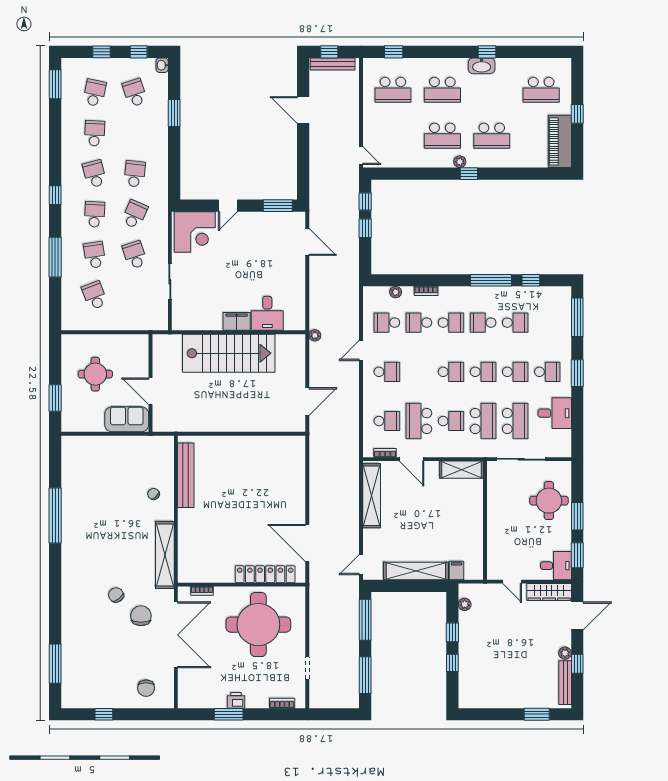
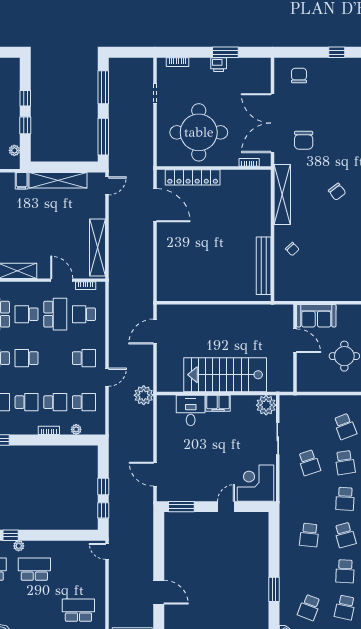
school desk: (442, 90) -> (34, 610), removed
school desk: (135, 93) -> (309, 607), turned 39
school desk: (135, 214) -> (309, 499), removed
plant: (183, 319) -> (266, 405), added
school desk: (451, 323) -> (27, 402), turned 180
plant: (315, 335) -> (144, 395), width x1.88, depth x1.88
school desk: (387, 372) -> (84, 358), turned 180
chair: (116, 595) -> (337, 192), moved

